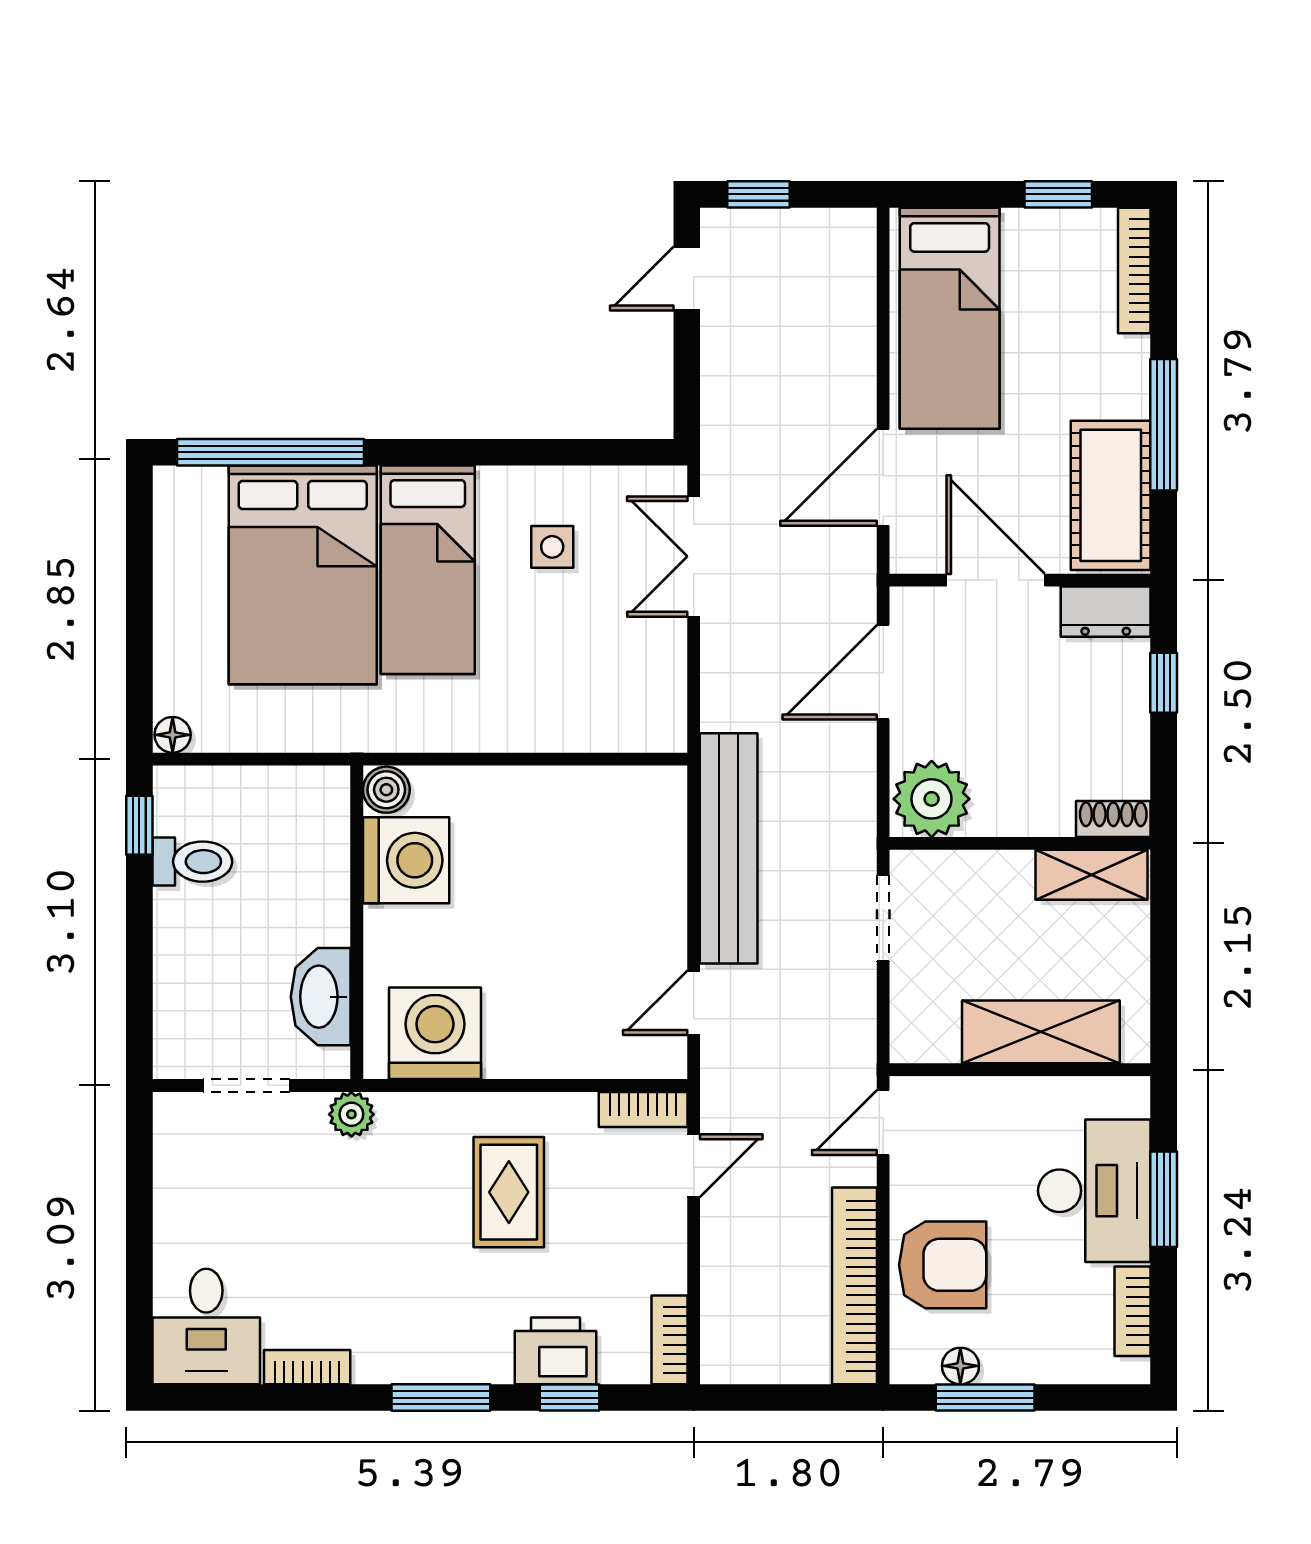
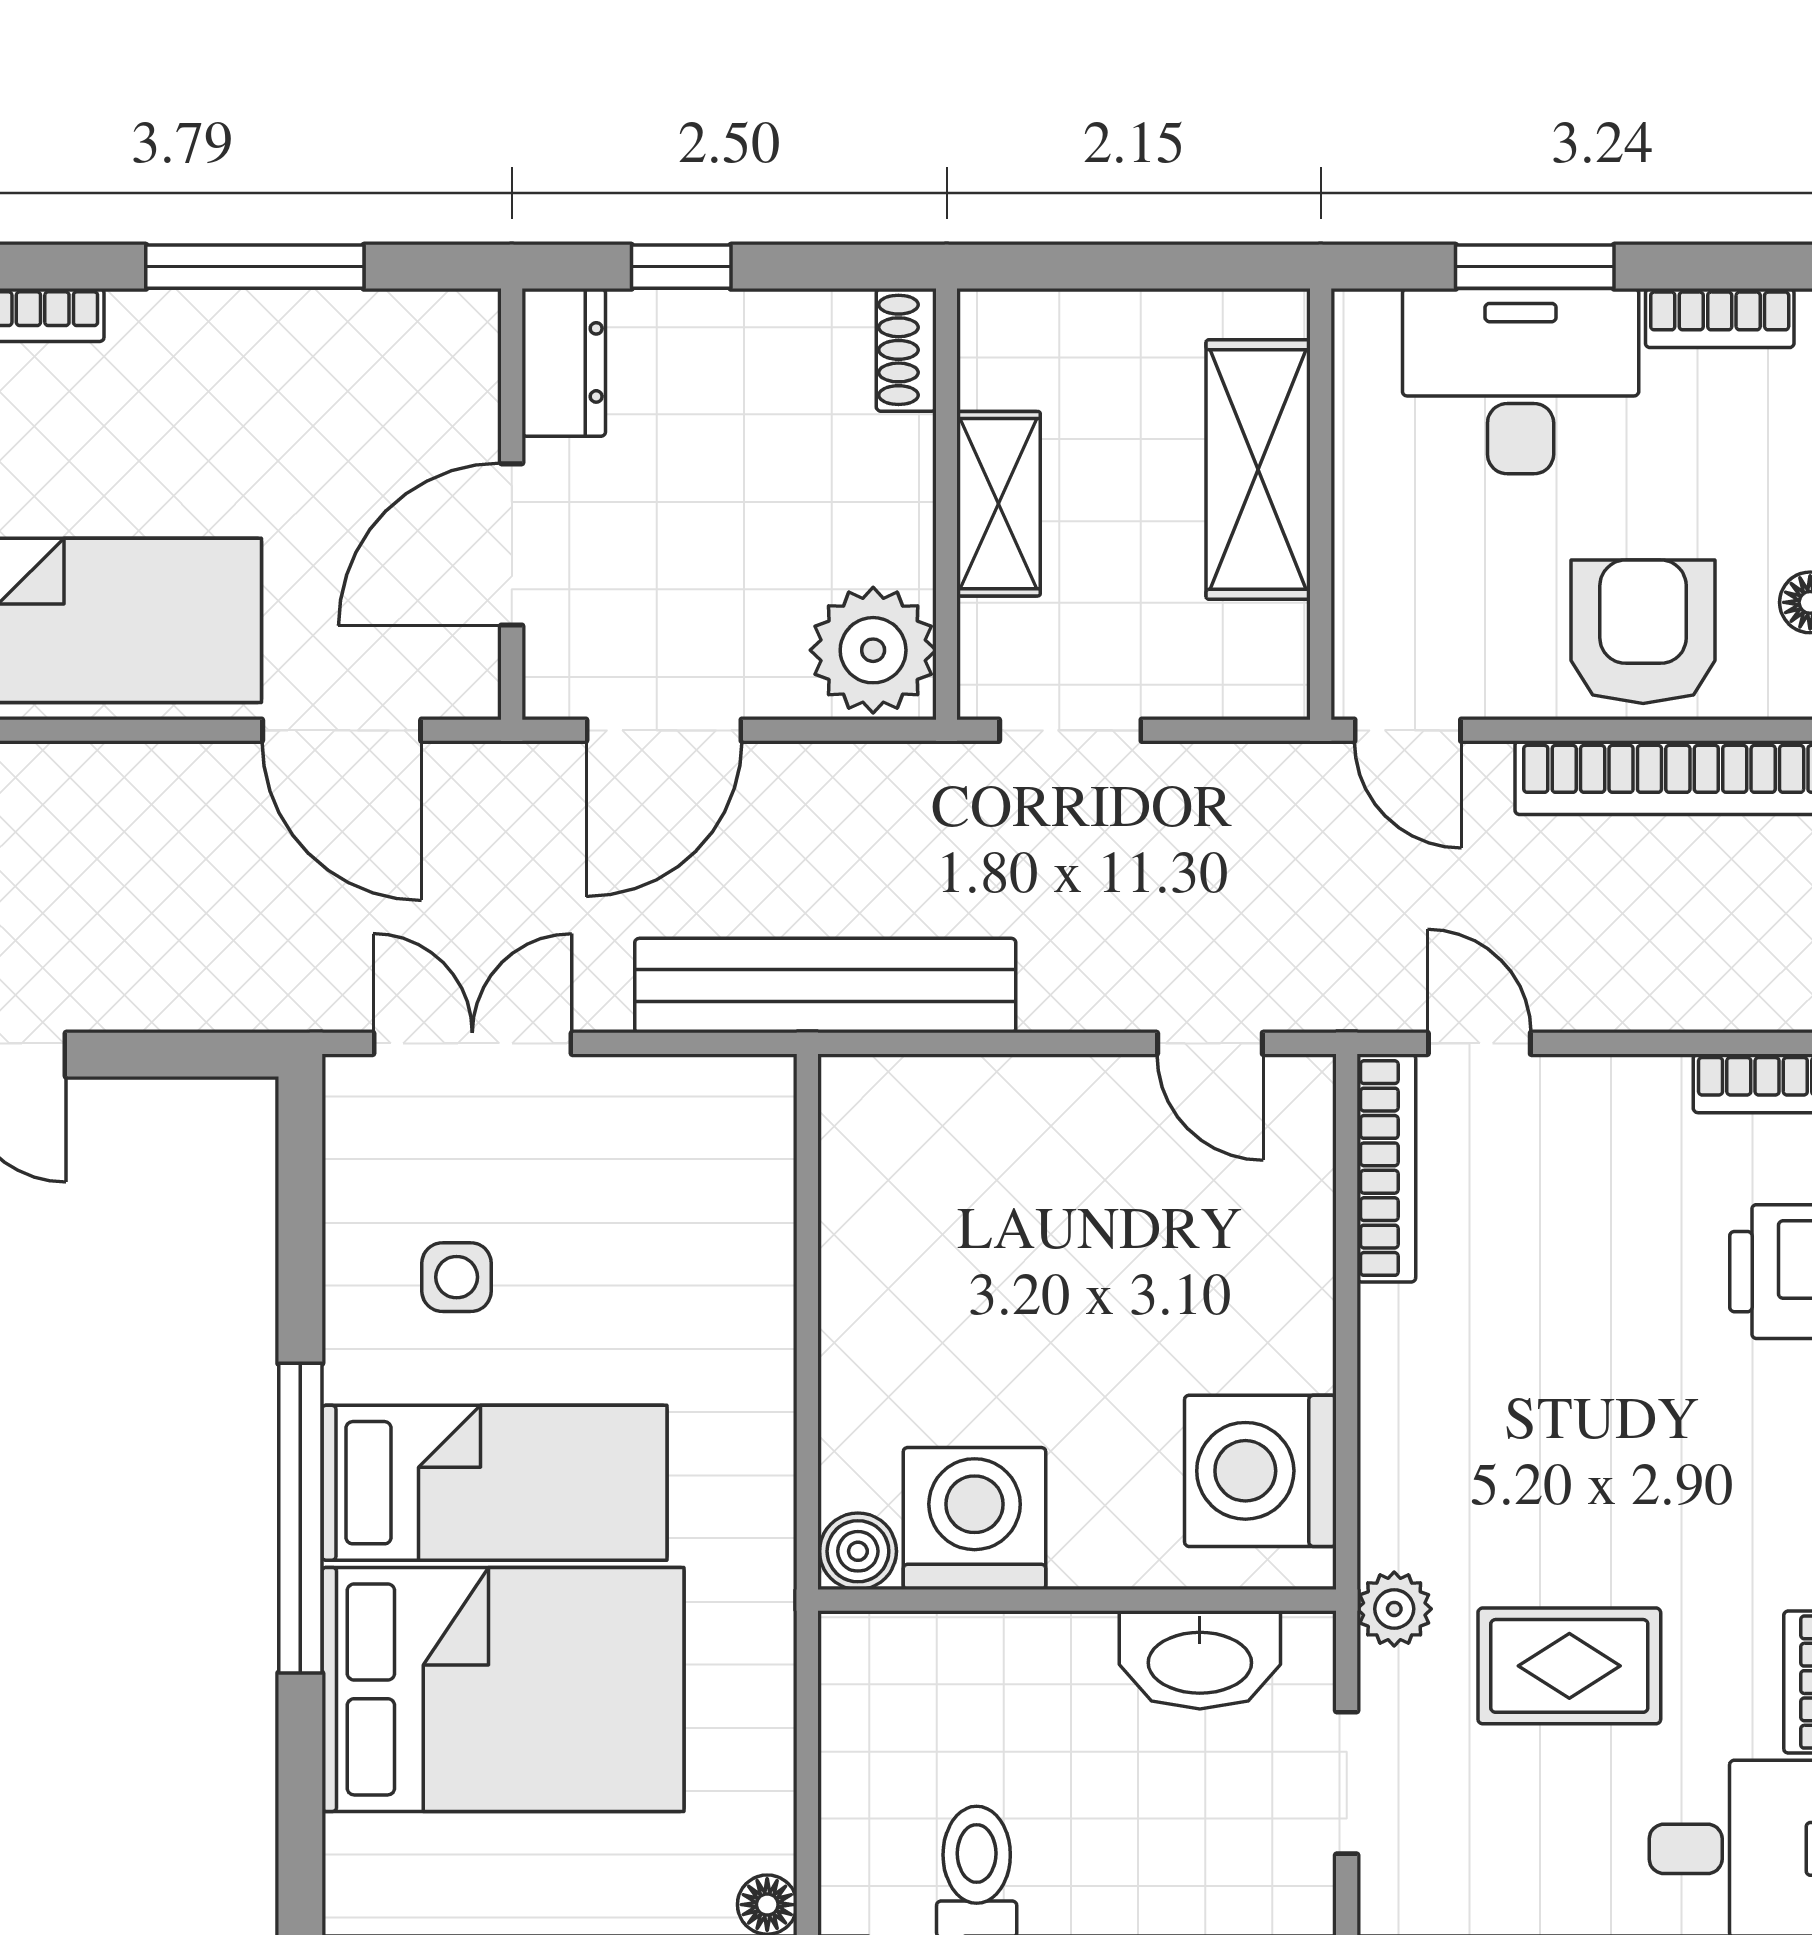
window: (270, 452) -> (300, 1518), moved
cot: (1111, 495) -> (372, 354), removed
double door: (694, 556) -> (472, 1043), swing flipped
door: (883, 672) -> (664, 730), hinge flipped
bench: (729, 848) -> (825, 986), moved
shelving: (1092, 875) -> (999, 504), moved
bookcase: (643, 1109) -> (1386, 1168), width x1.56
rug: (509, 1192) -> (1569, 1666), moved

